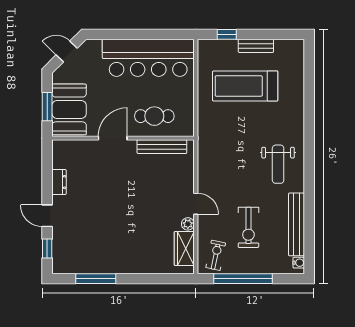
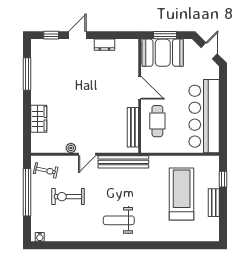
bench: (296, 224) -> (123, 162), moved
wardrobe: (184, 248) -> (39, 119), moved, turned 90

